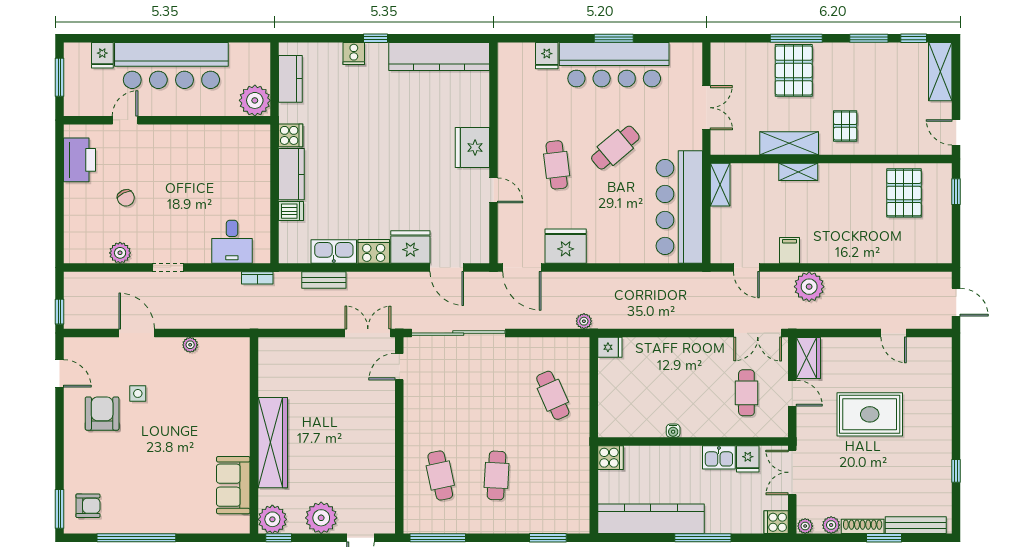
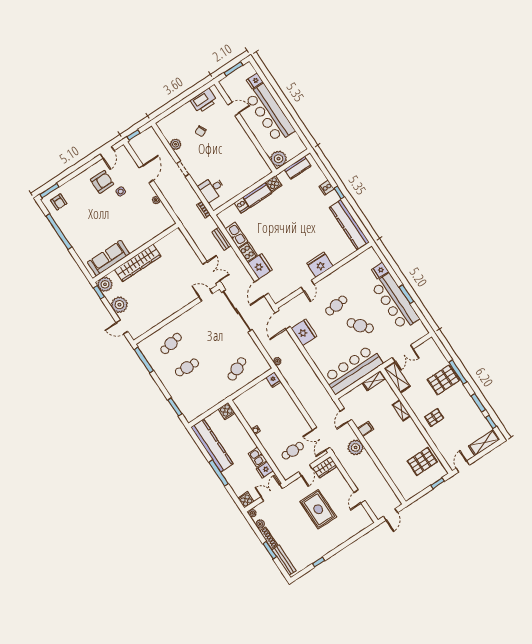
shelving: (789, 143) -> (397, 377), moved
sofa: (233, 485) -> (109, 258), width x1.36

